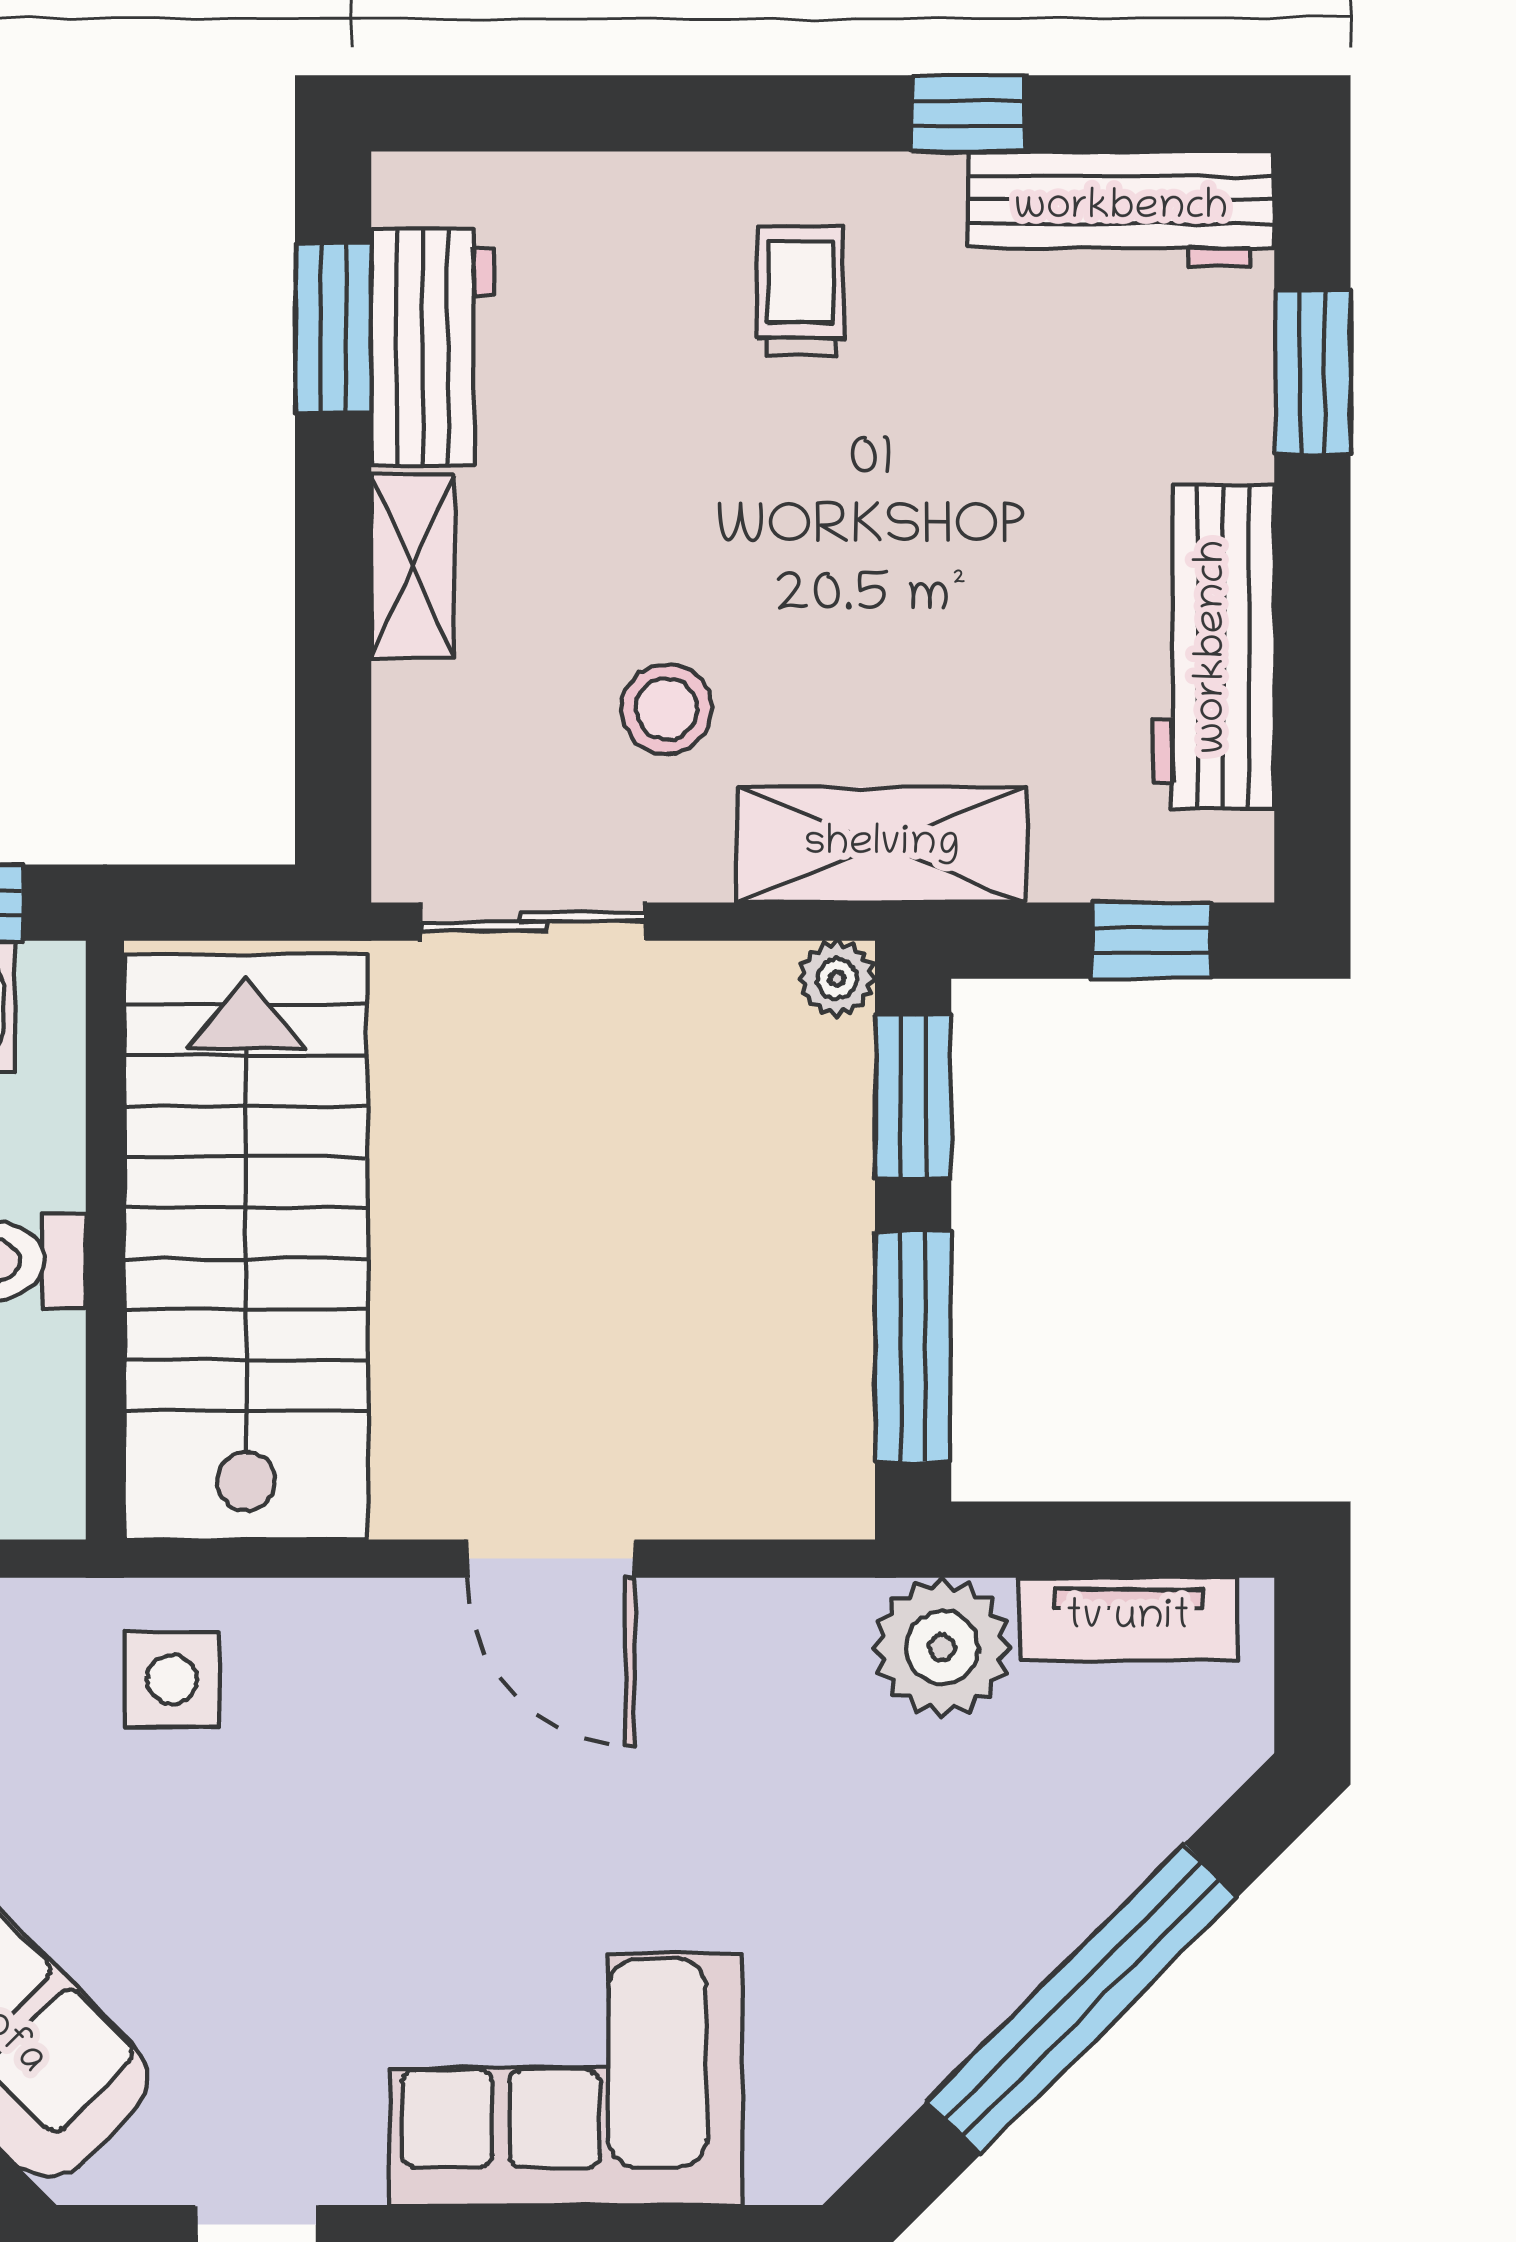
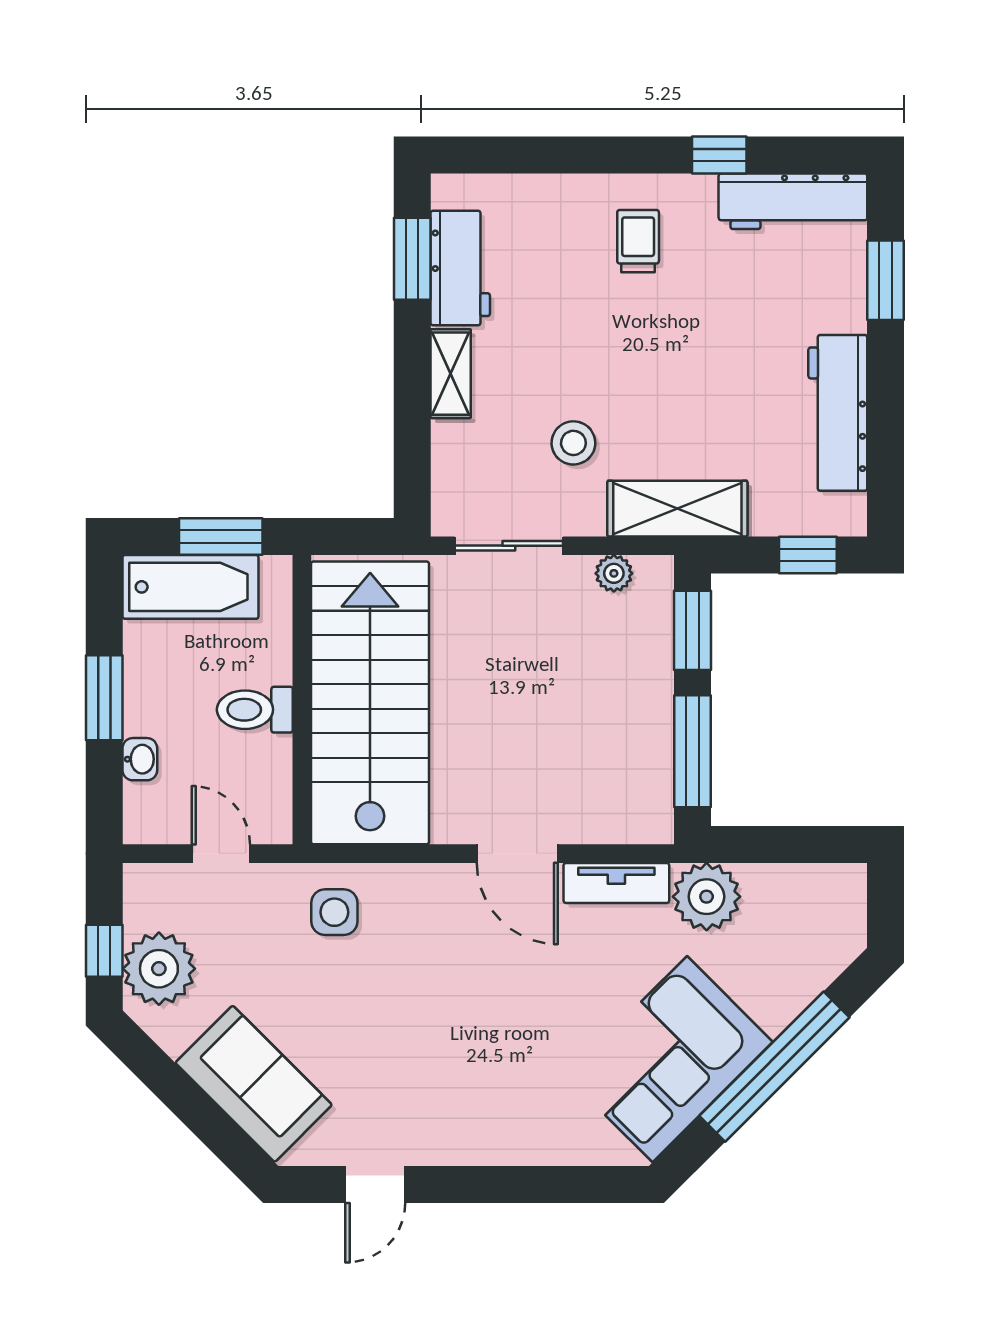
plant: (837, 979) -> (614, 573), moved
tv unit: (1128, 1619) -> (616, 883), moved
corner sofa: (566, 2079) -> (670, 1059), moved, turned -45

